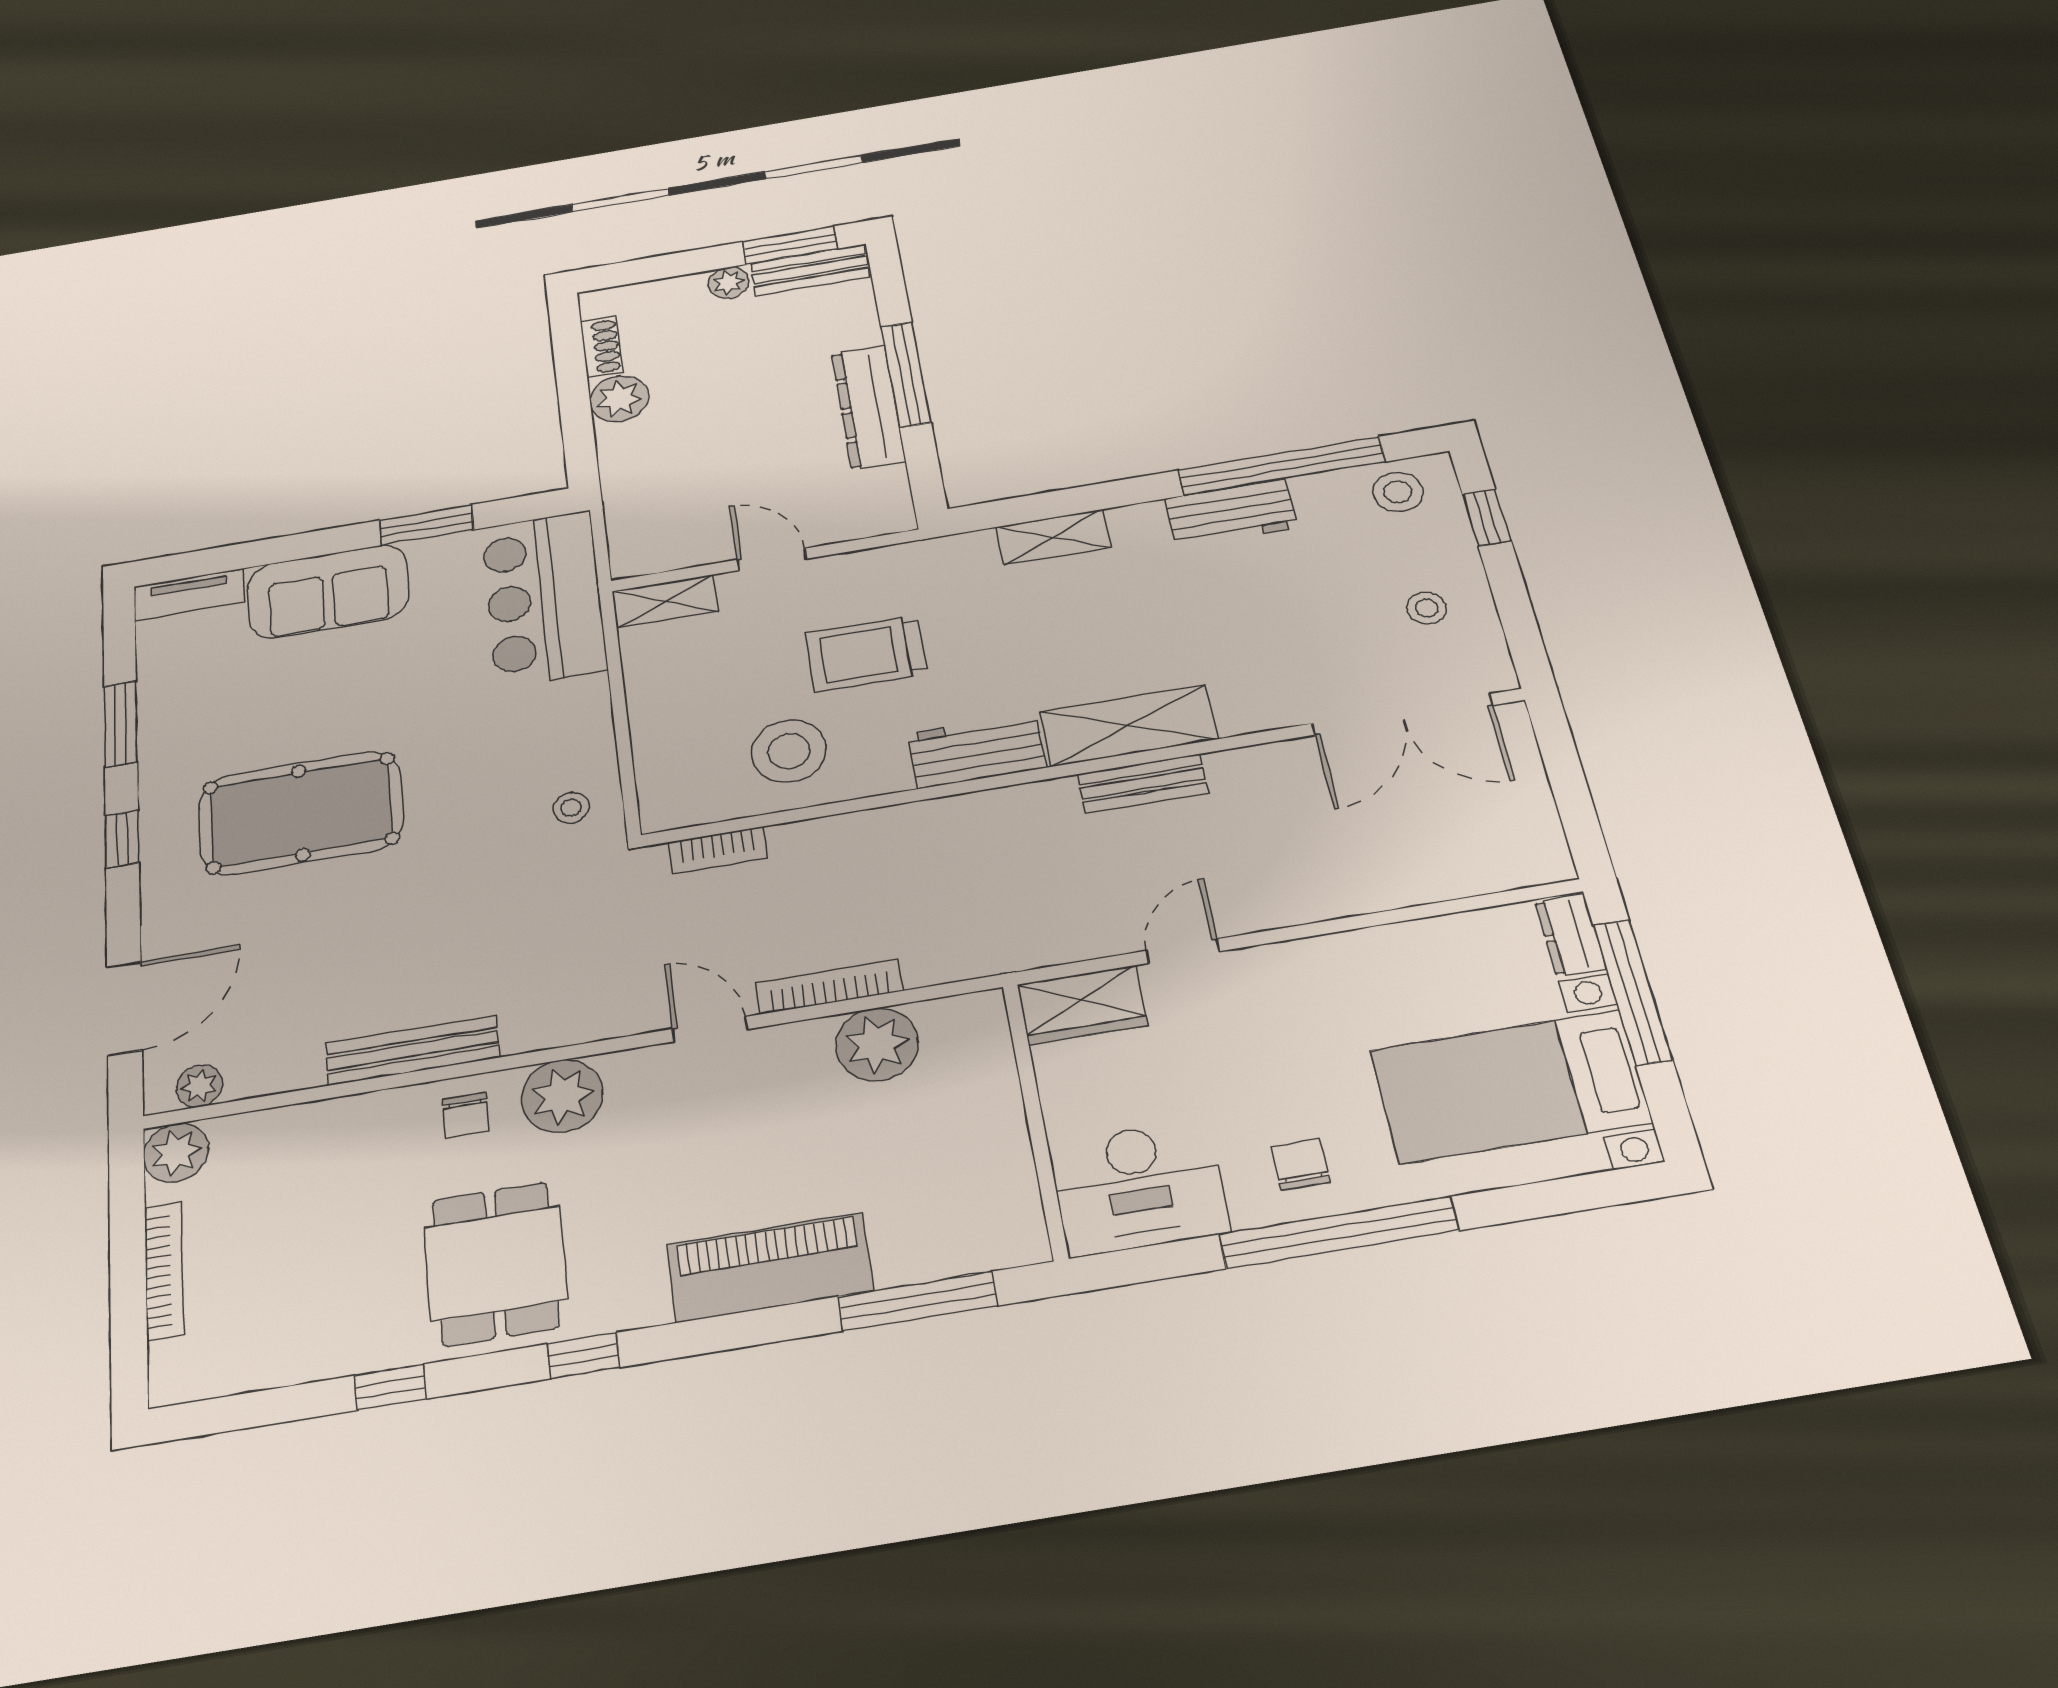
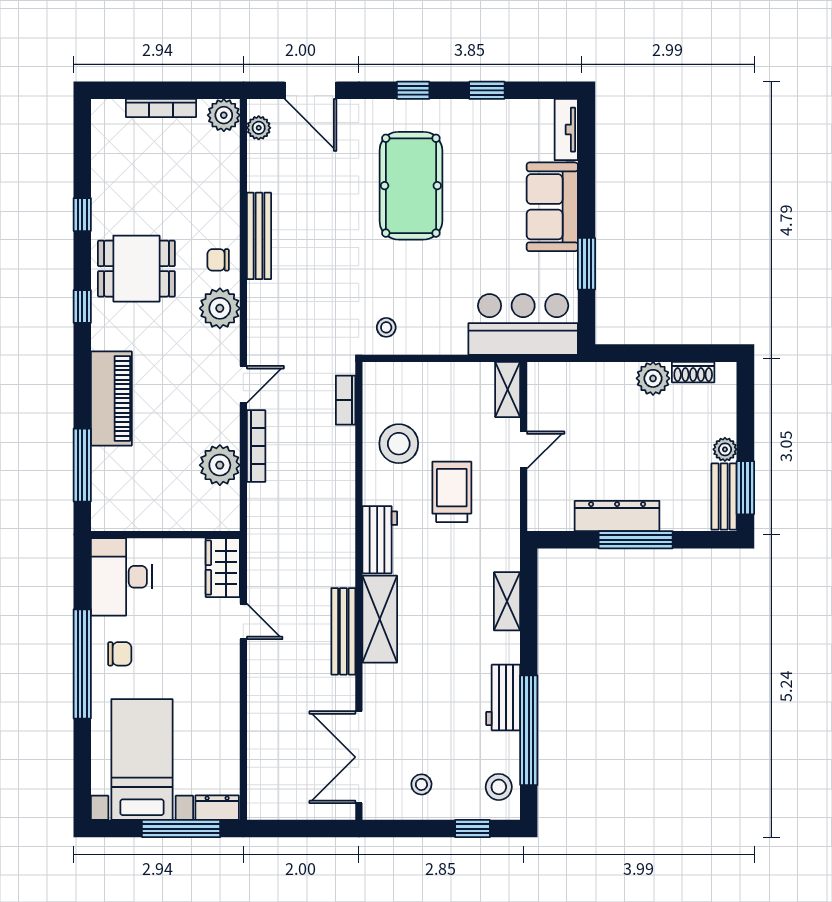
window: (121, 724) -> (487, 90), width x0.67
bench: (1142, 784) -> (343, 631), width x1.36

